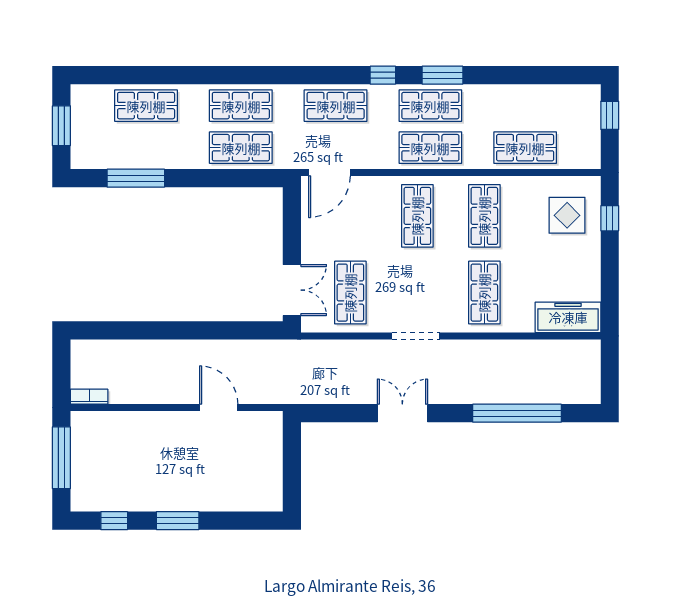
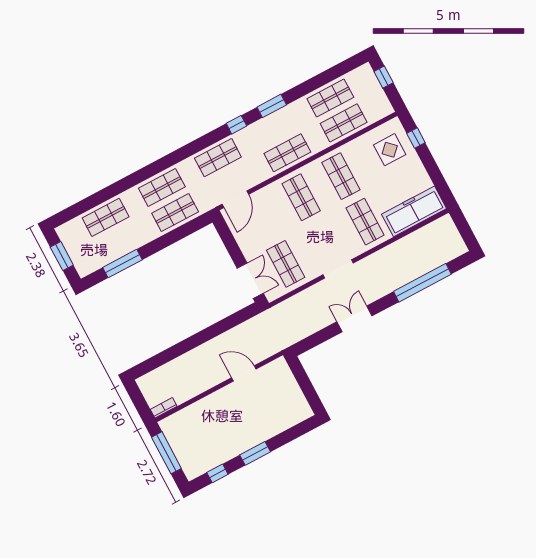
shop shelf: (430, 106) -> (330, 98), moved
freezer: (568, 317) -> (414, 211), width x1.36, depth x1.26

